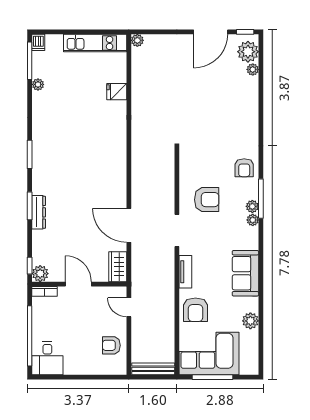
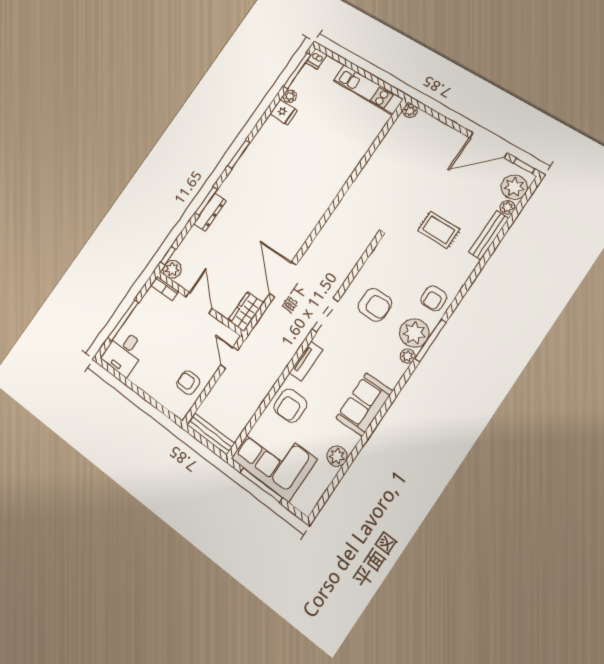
fridge: (117, 92) -> (284, 112), moved, turned 180
bench: (253, 98) -> (489, 235), added
rug: (216, 116) -> (439, 230), added
plant: (252, 206) -> (414, 333), width x1.88, depth x1.88
window: (30, 336) -> (123, 320), width x0.68

